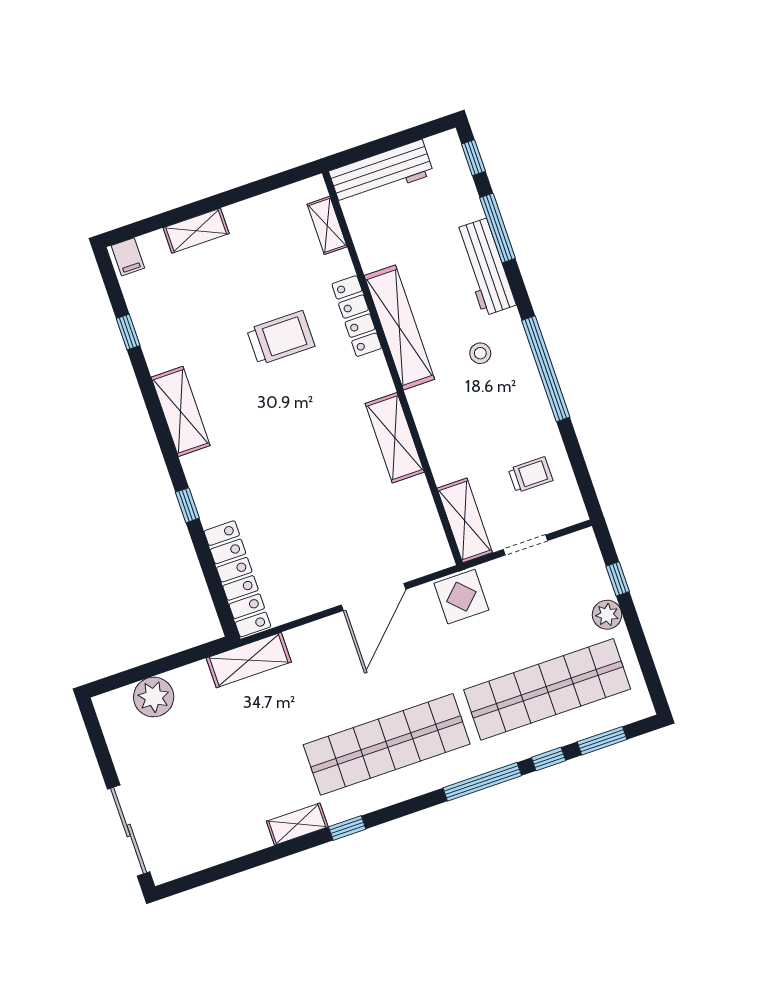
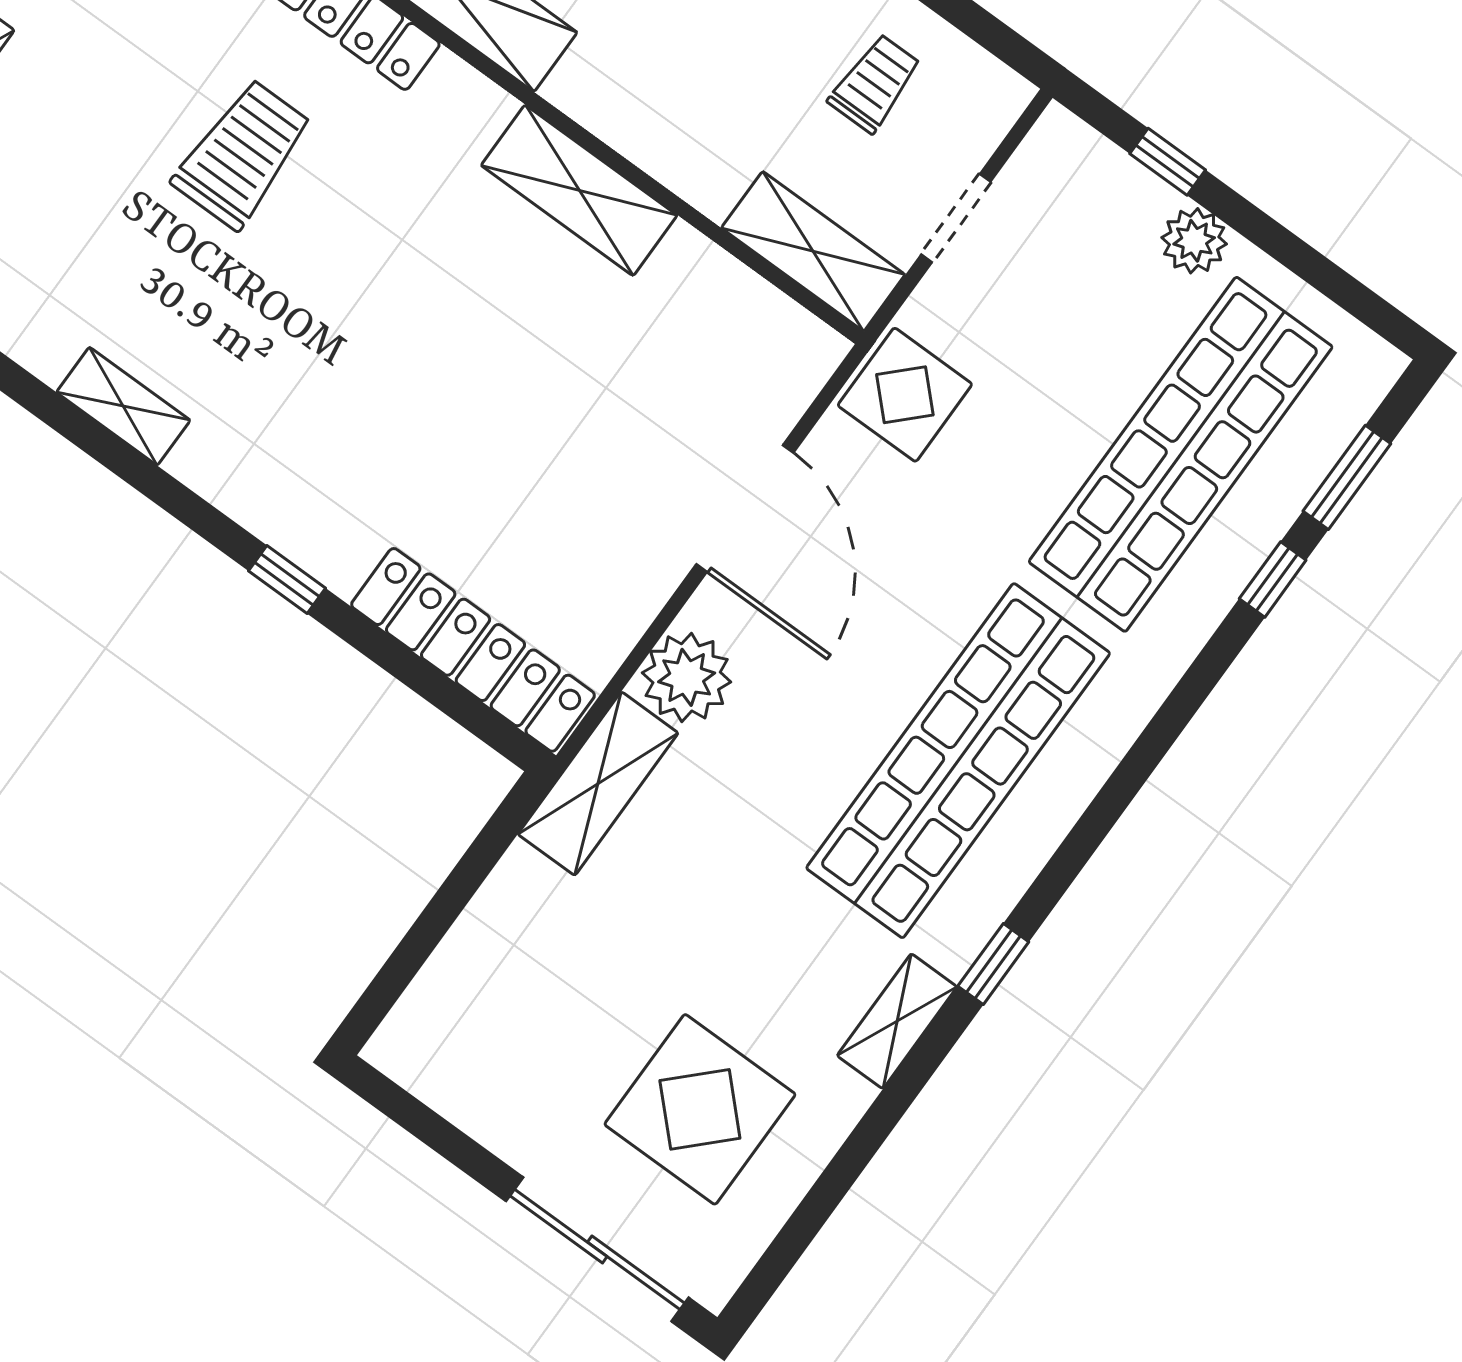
shelving: (181, 411) -> (123, 406), width x0.67, depth x0.75
plant: (154, 697) -> (687, 677), moved
window: (482, 782) -> (1181, 706), removed
display table: (202, 806) -> (700, 1109), added

